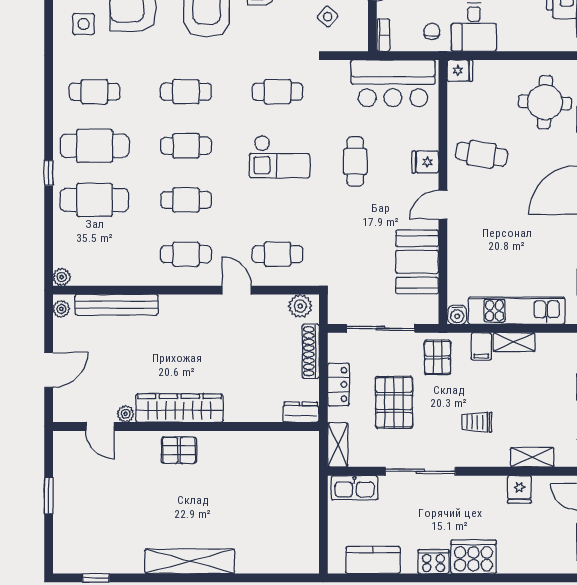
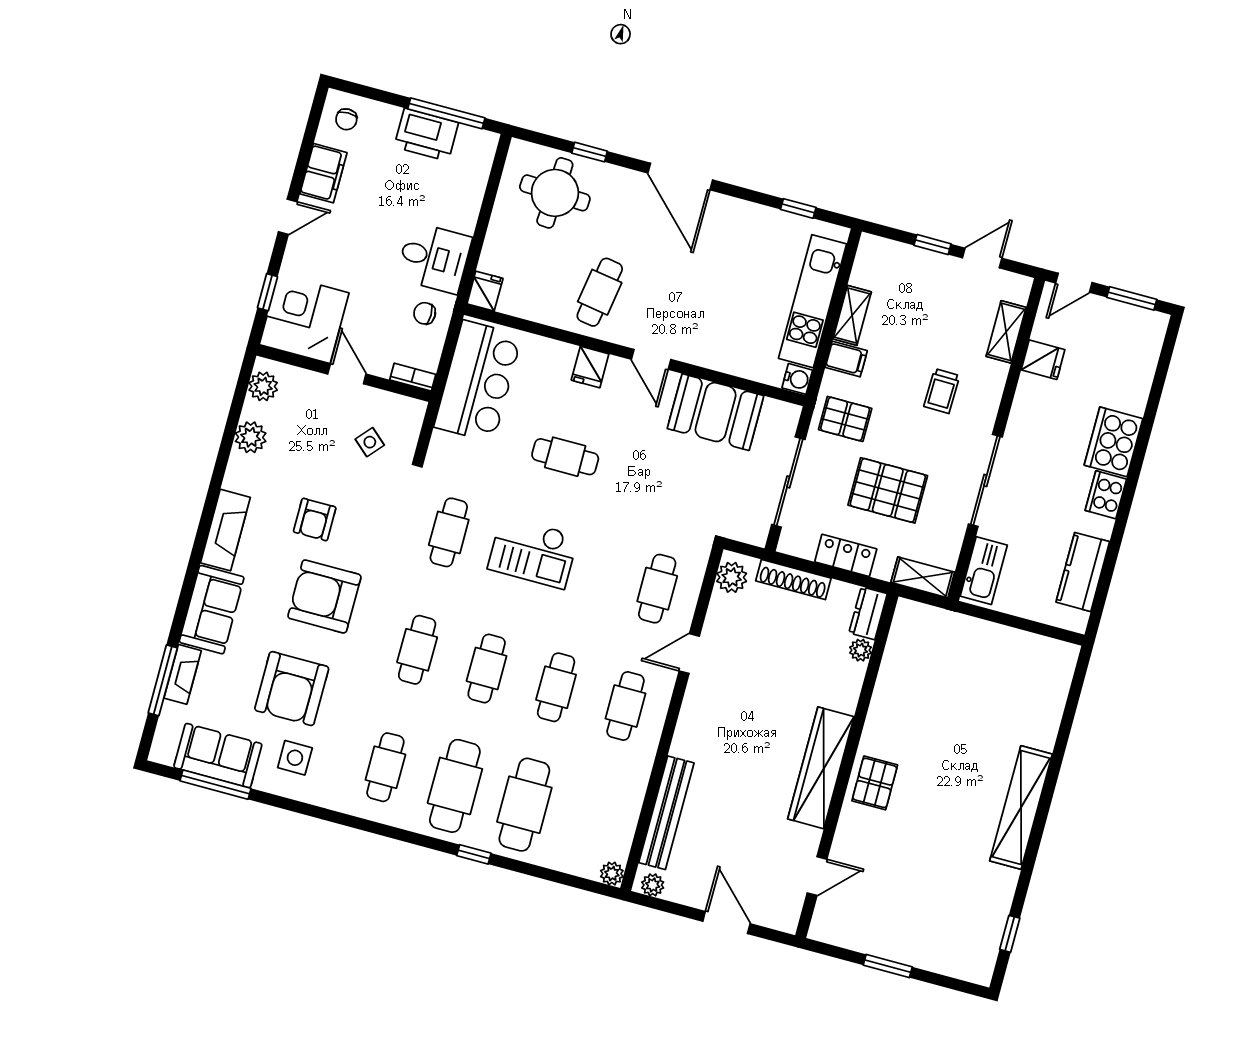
checkout: (280, 157) -> (533, 552), turned 90
plant: (126, 414) -> (861, 650), moved

